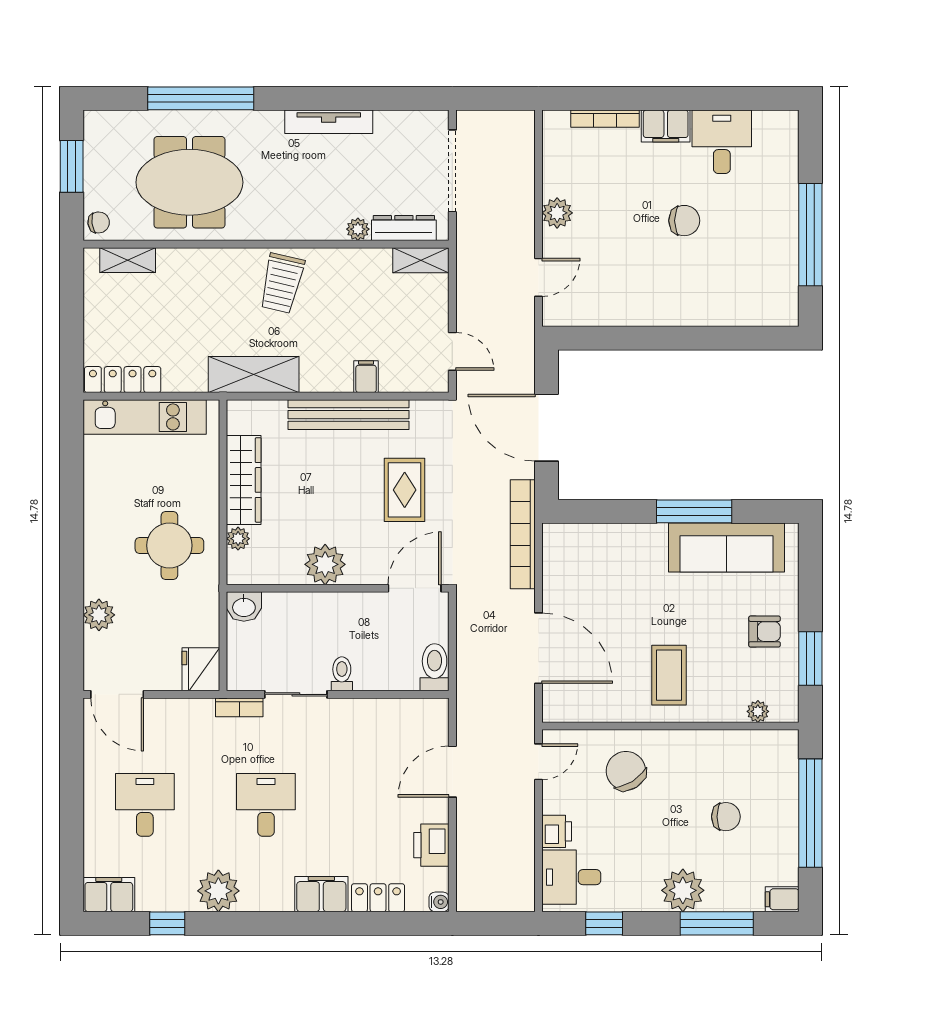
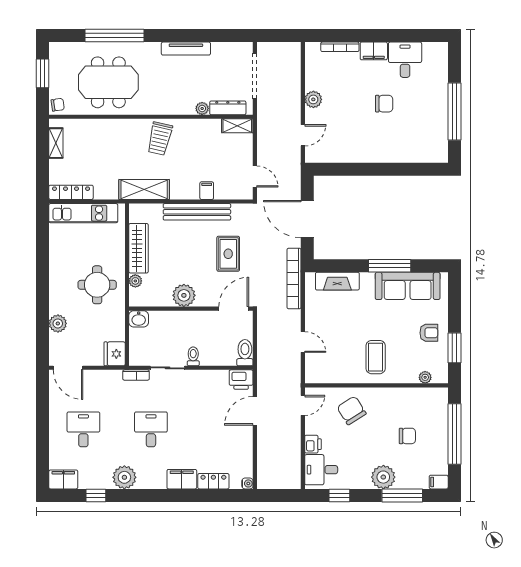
shelving: (128, 260) -> (56, 143), moved, turned 90
fireplace: (600, 539) -> (337, 281), added
door: (538, 648) -> (303, 342), width x0.53
printer: (431, 845) -> (241, 380), moved, turned -90

